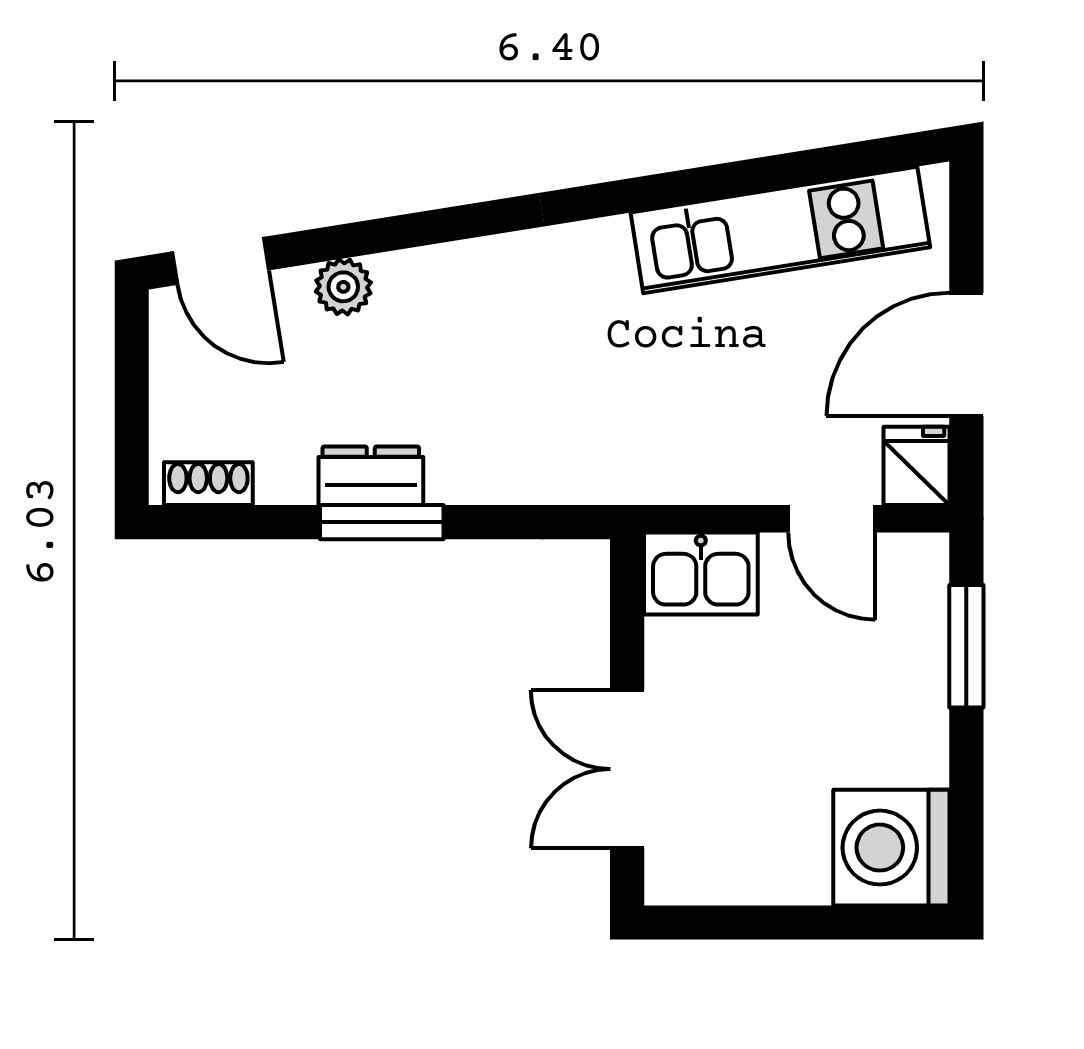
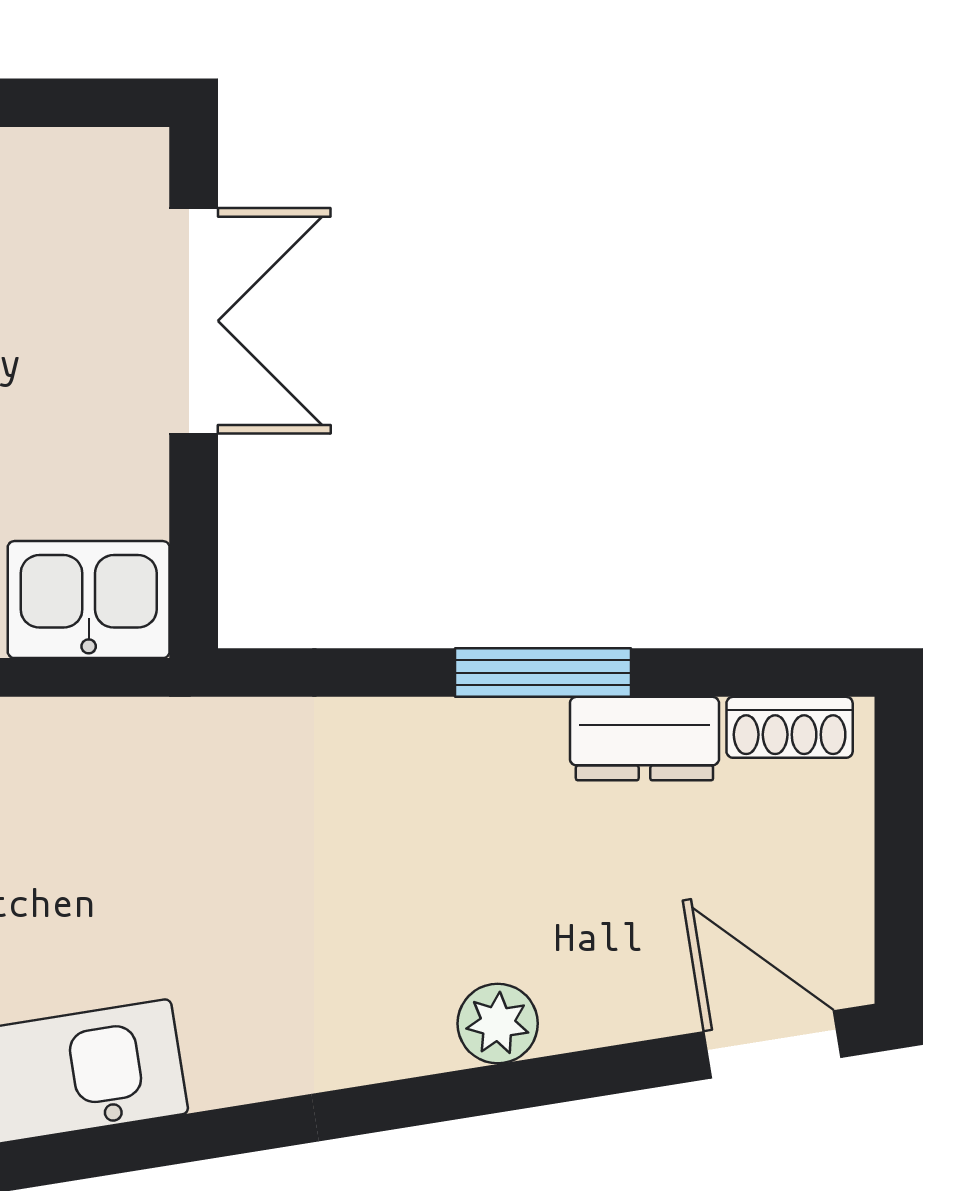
plant: (343, 287) -> (498, 1024), moved
dresser: (371, 476) -> (644, 739), moved

